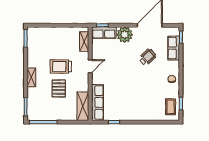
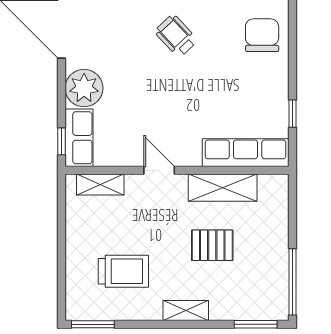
wheelchair: (147, 57) -> (176, 36), moved
trolley: (61, 66) -> (123, 271), moved, turned -90
shelving: (83, 106) -> (223, 188), moved
chair: (147, 109) -> (262, 35), added

